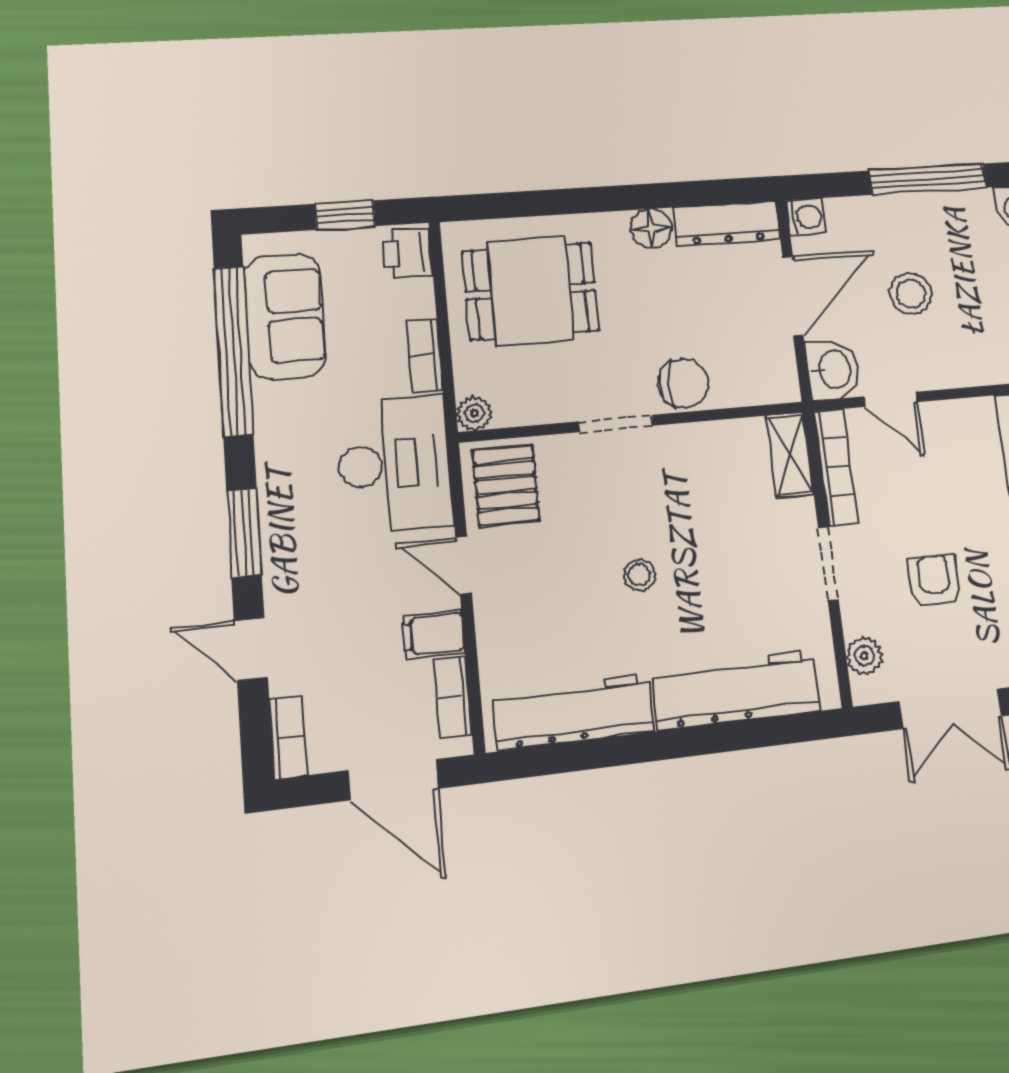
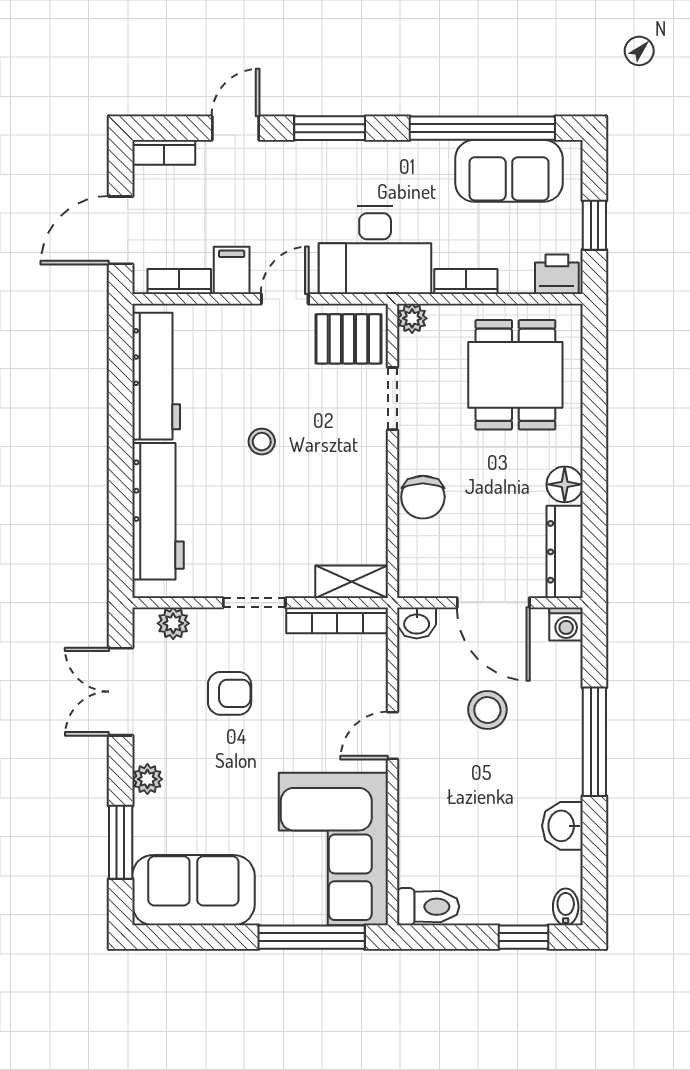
washbasin: (833, 369) -> (417, 623), width x0.72, depth x0.69
door: (891, 399) -> (393, 736), moved
doorway: (616, 424) -> (393, 399), moved

